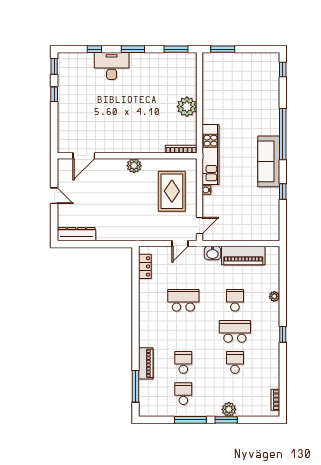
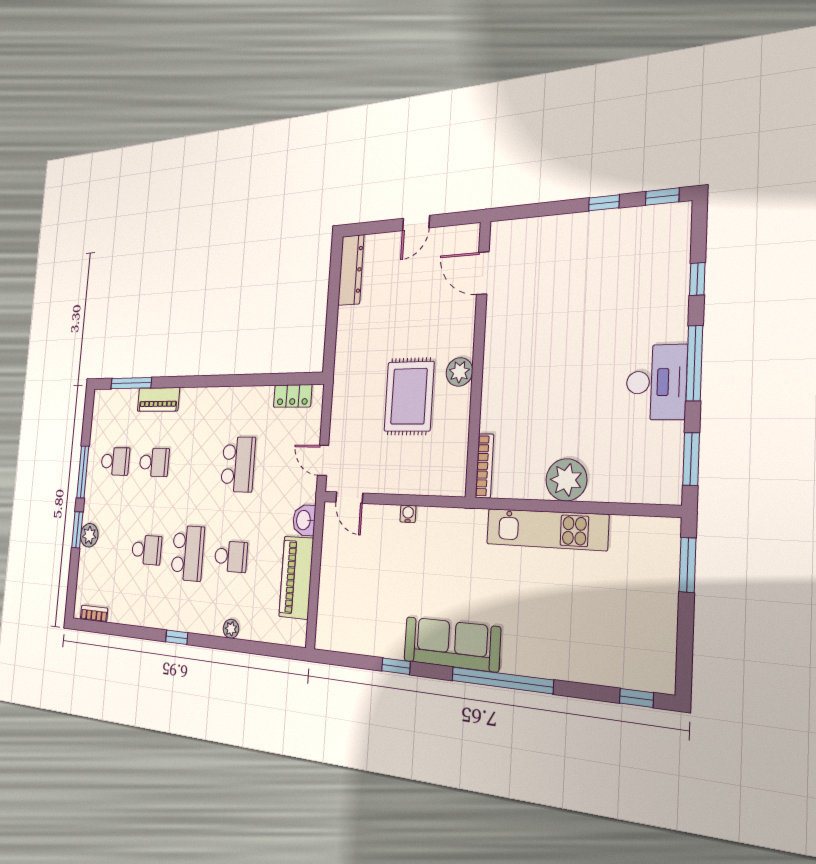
window: (133, 49) -> (694, 363), width x1.44
desk: (112, 66) -> (656, 382), moved
kitchen unit: (210, 155) -> (546, 529), moved
rug: (172, 191) -> (409, 396), moved, turned 90

